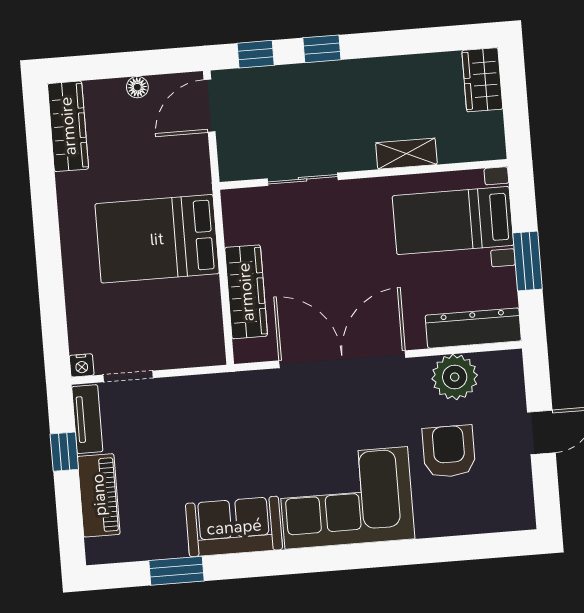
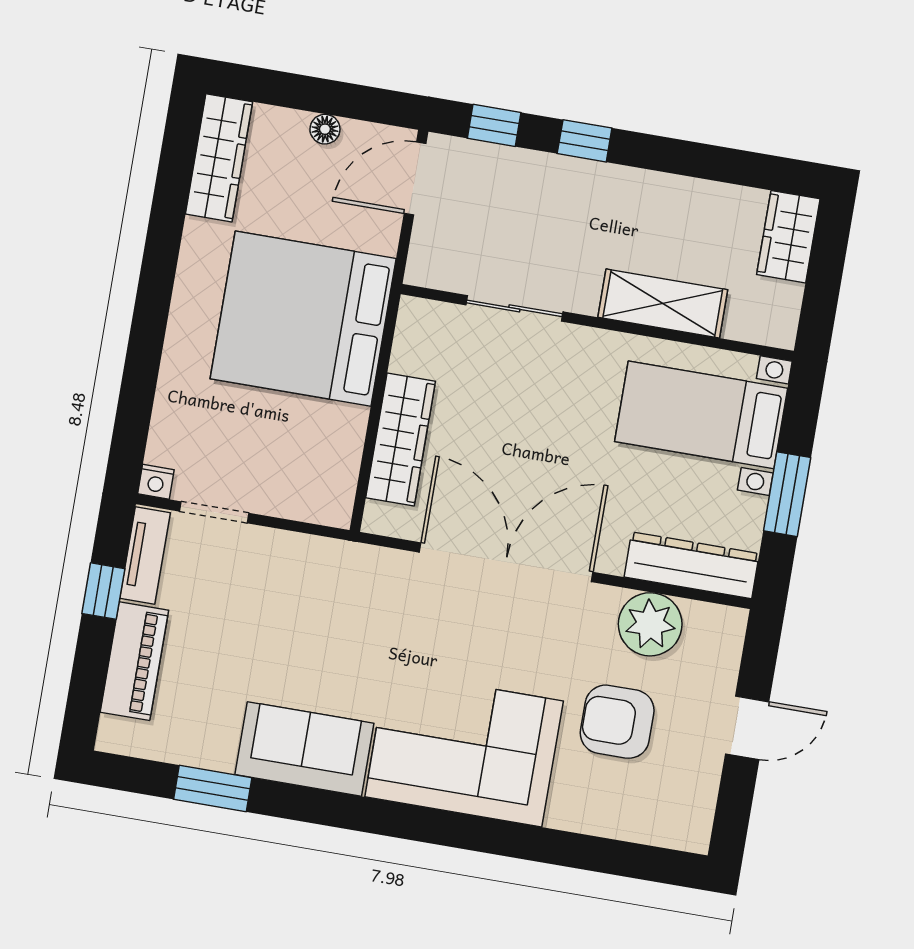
shelving: (406, 154) -> (663, 303), width x1.50, depth x1.33
bed: (157, 239) -> (303, 319), width x1.36
armchair: (449, 451) -> (617, 722), turned -90

